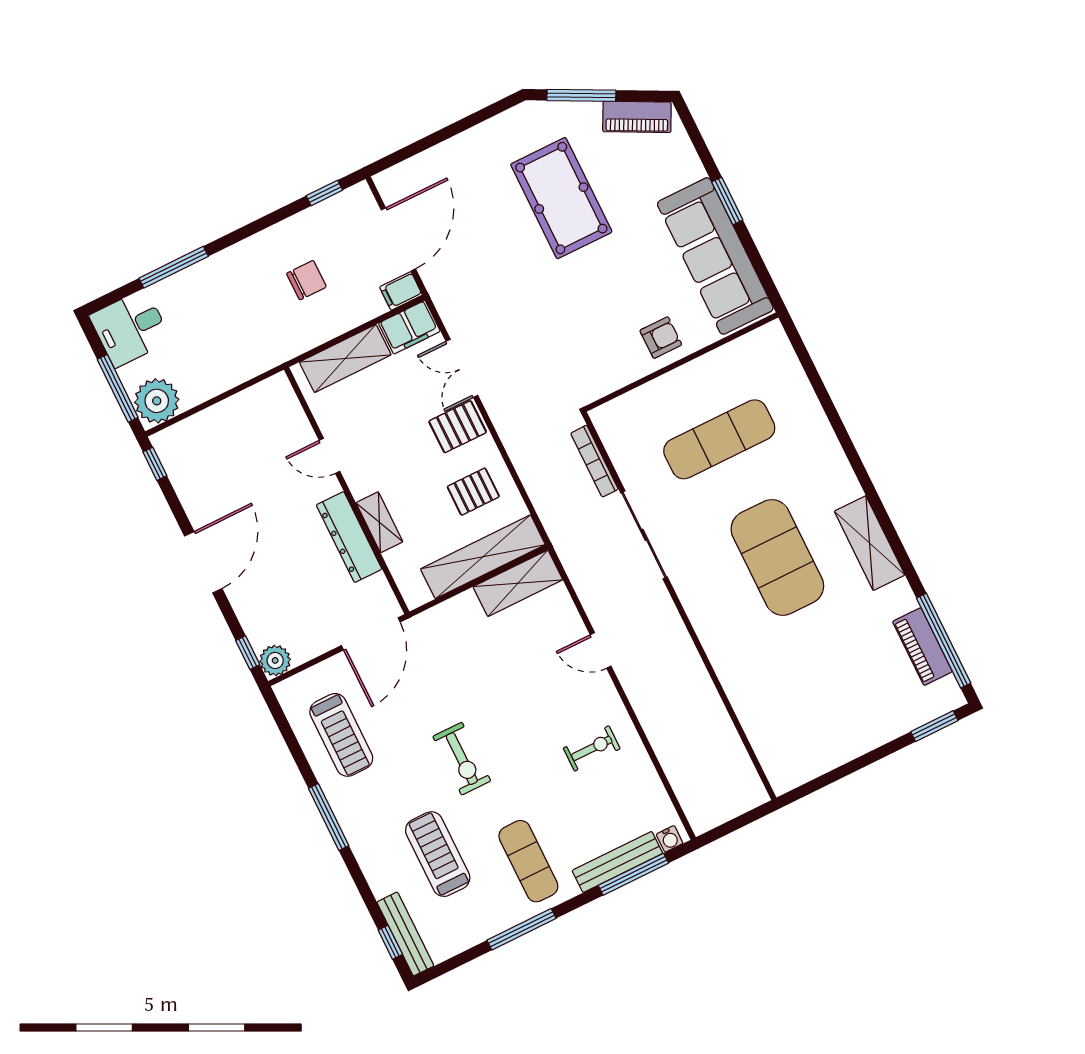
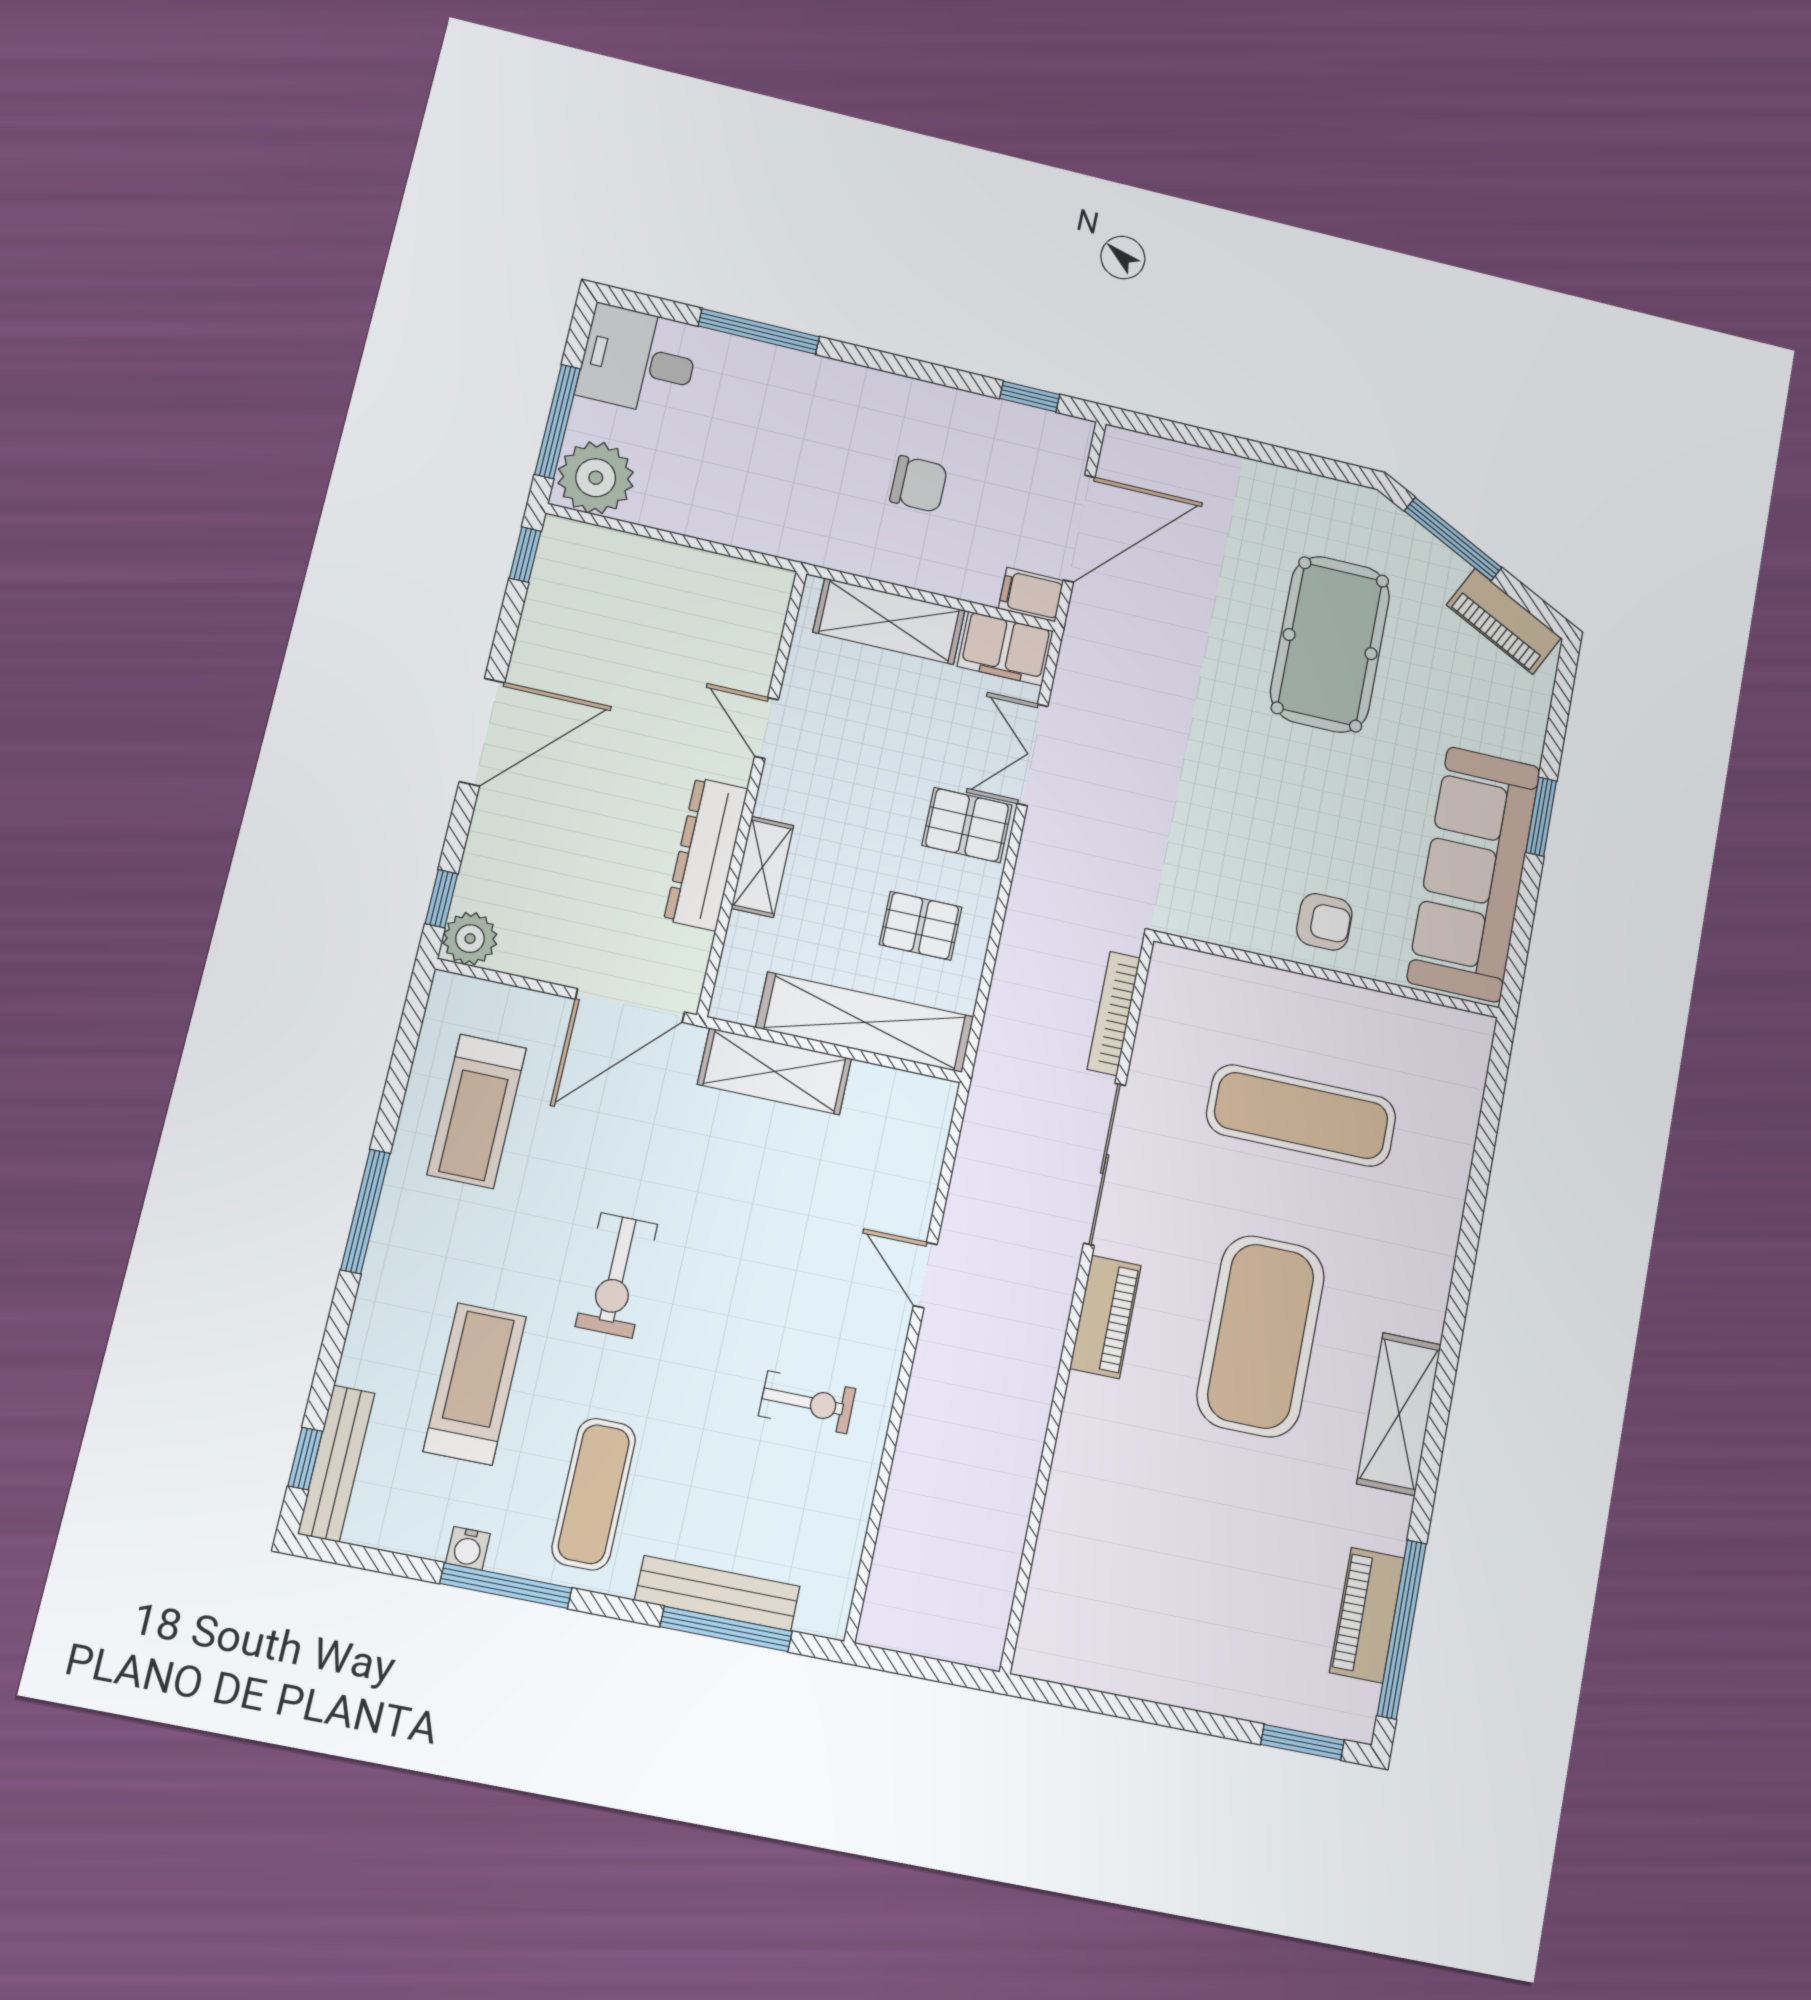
shelving: (518, 583) -> (775, 1071), moved
piano: (698, 605) -> (1105, 1317), added
water cooler: (670, 839) -> (468, 1548), moved

